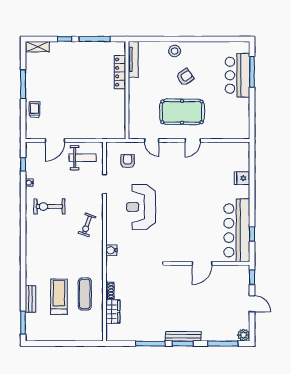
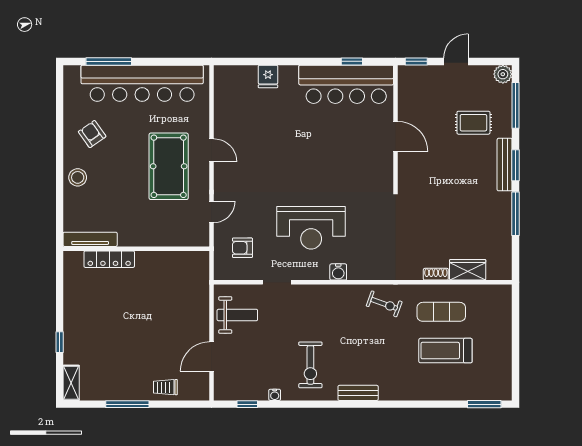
window: (95, 39) -> (60, 297), removed
bar counter: (237, 75) -> (142, 83), width x1.86
armchair: (185, 77) -> (92, 134), moved
door: (55, 140) -> (211, 356), swing flipped
weight bench: (83, 158) -> (237, 315), turned 90
exercise bike: (87, 225) -> (384, 304), moved
water cooler: (111, 250) -> (338, 272), moved
bench: (31, 299) -> (358, 393), moved
rug: (211, 315) -> (473, 123), added

